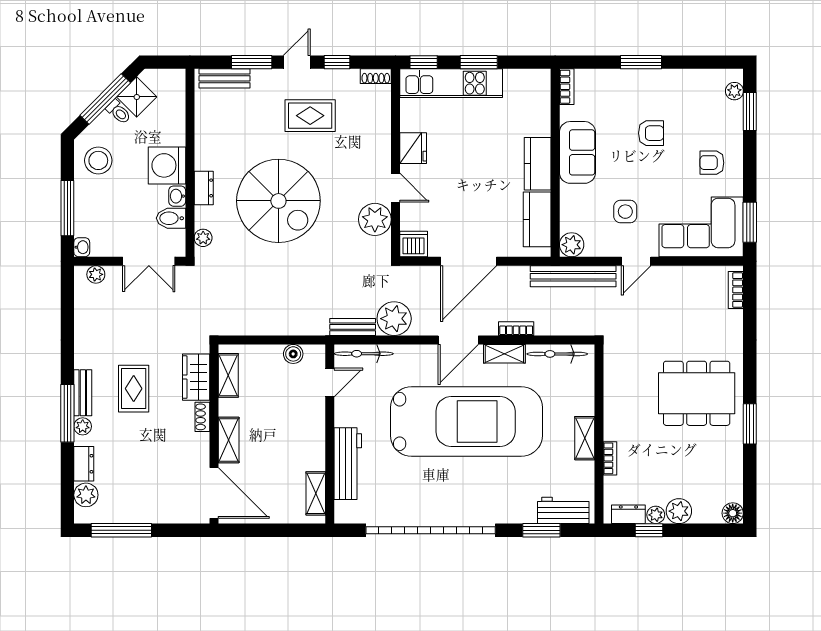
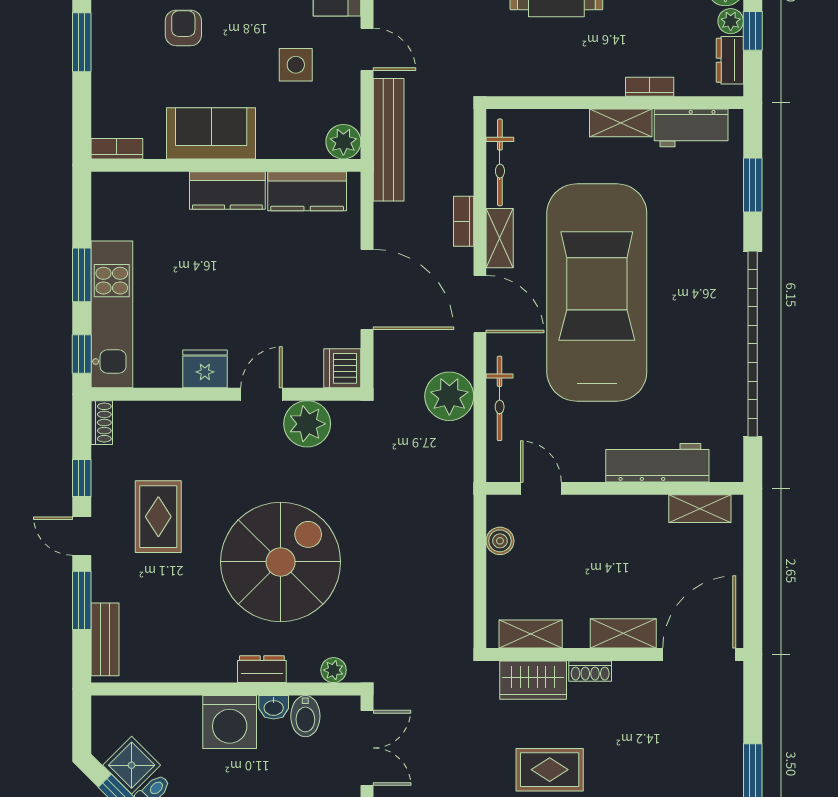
bench: (353, 327) -> (461, 456), removed
bicycle: (364, 354) -> (500, 398), moved
workbench: (563, 510) -> (691, 128), moved, turned -90

